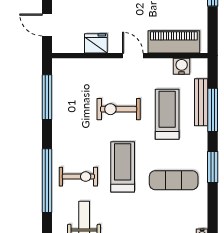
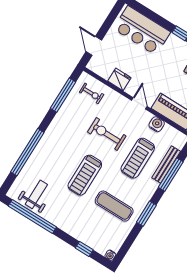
water cooler: (182, 66) -> (157, 124), moved
treadmill: (167, 114) -> (138, 158), turned 180
treadmill: (123, 167) -> (85, 175), turned 180
exercise bike: (78, 177) -> (92, 93), moved, width x0.73, depth x0.72

